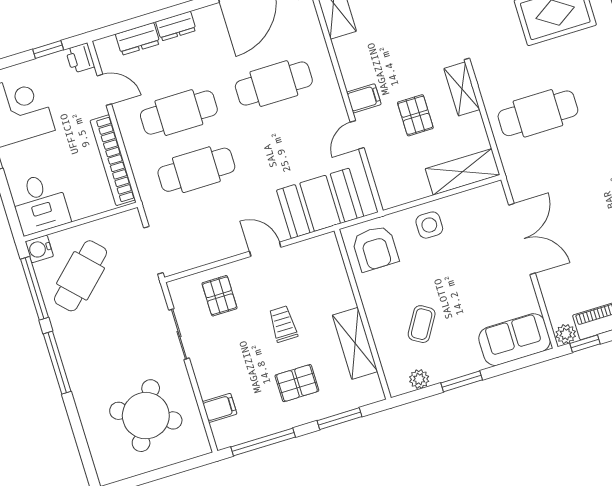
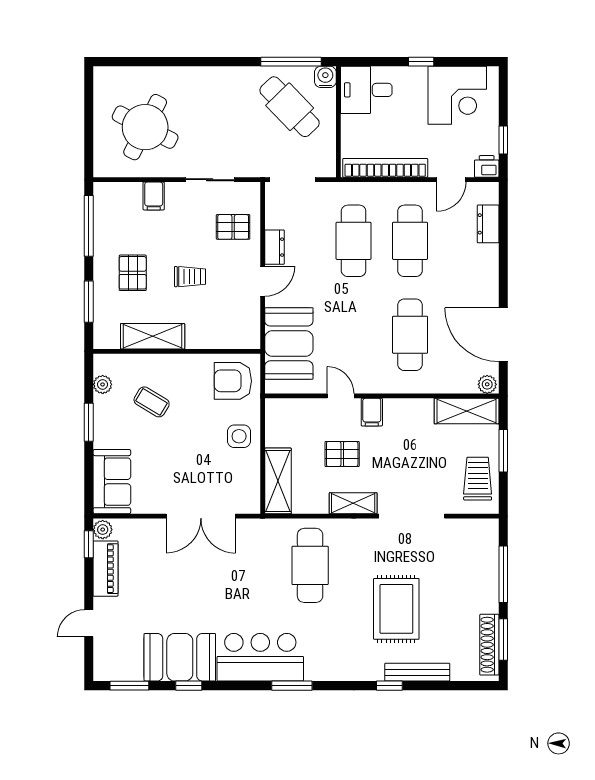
dresser: (176, 26) -> (275, 247), moved, turned 180
window: (57, 363) -> (217, 62), removed
filing cabinet: (220, 408) -> (154, 196), moved

